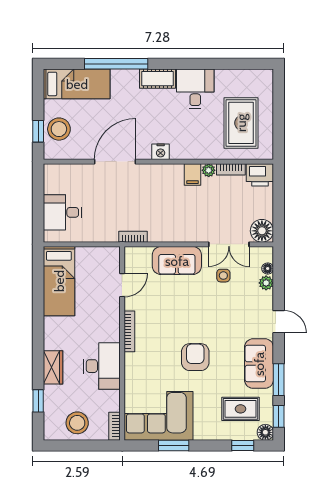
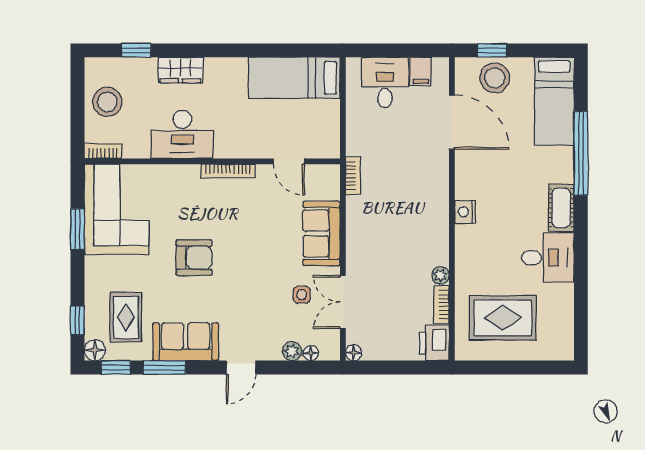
door: (115, 162) -> (452, 122), moved
filing cabinet: (192, 175) -> (421, 72), moved, turned -90
floor lamp: (262, 231) -> (354, 353), width x0.53, depth x0.53

